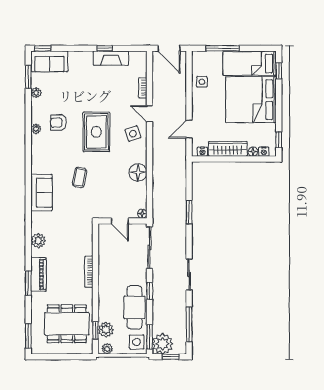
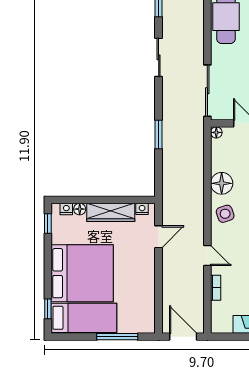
side table: (202, 82) -> (143, 295), removed
side table: (133, 134) -> (225, 214), moved
window: (150, 291) -> (207, 37), removed

